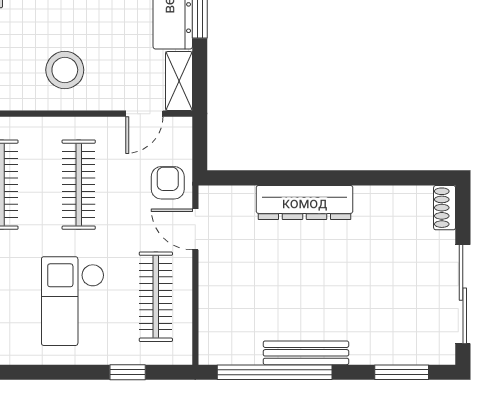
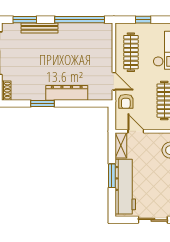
door: (144, 114) -> (136, 131), hinge flipped
window: (361, 178) -> (43, 103), added
bench: (306, 353) -> (40, 28), moved

